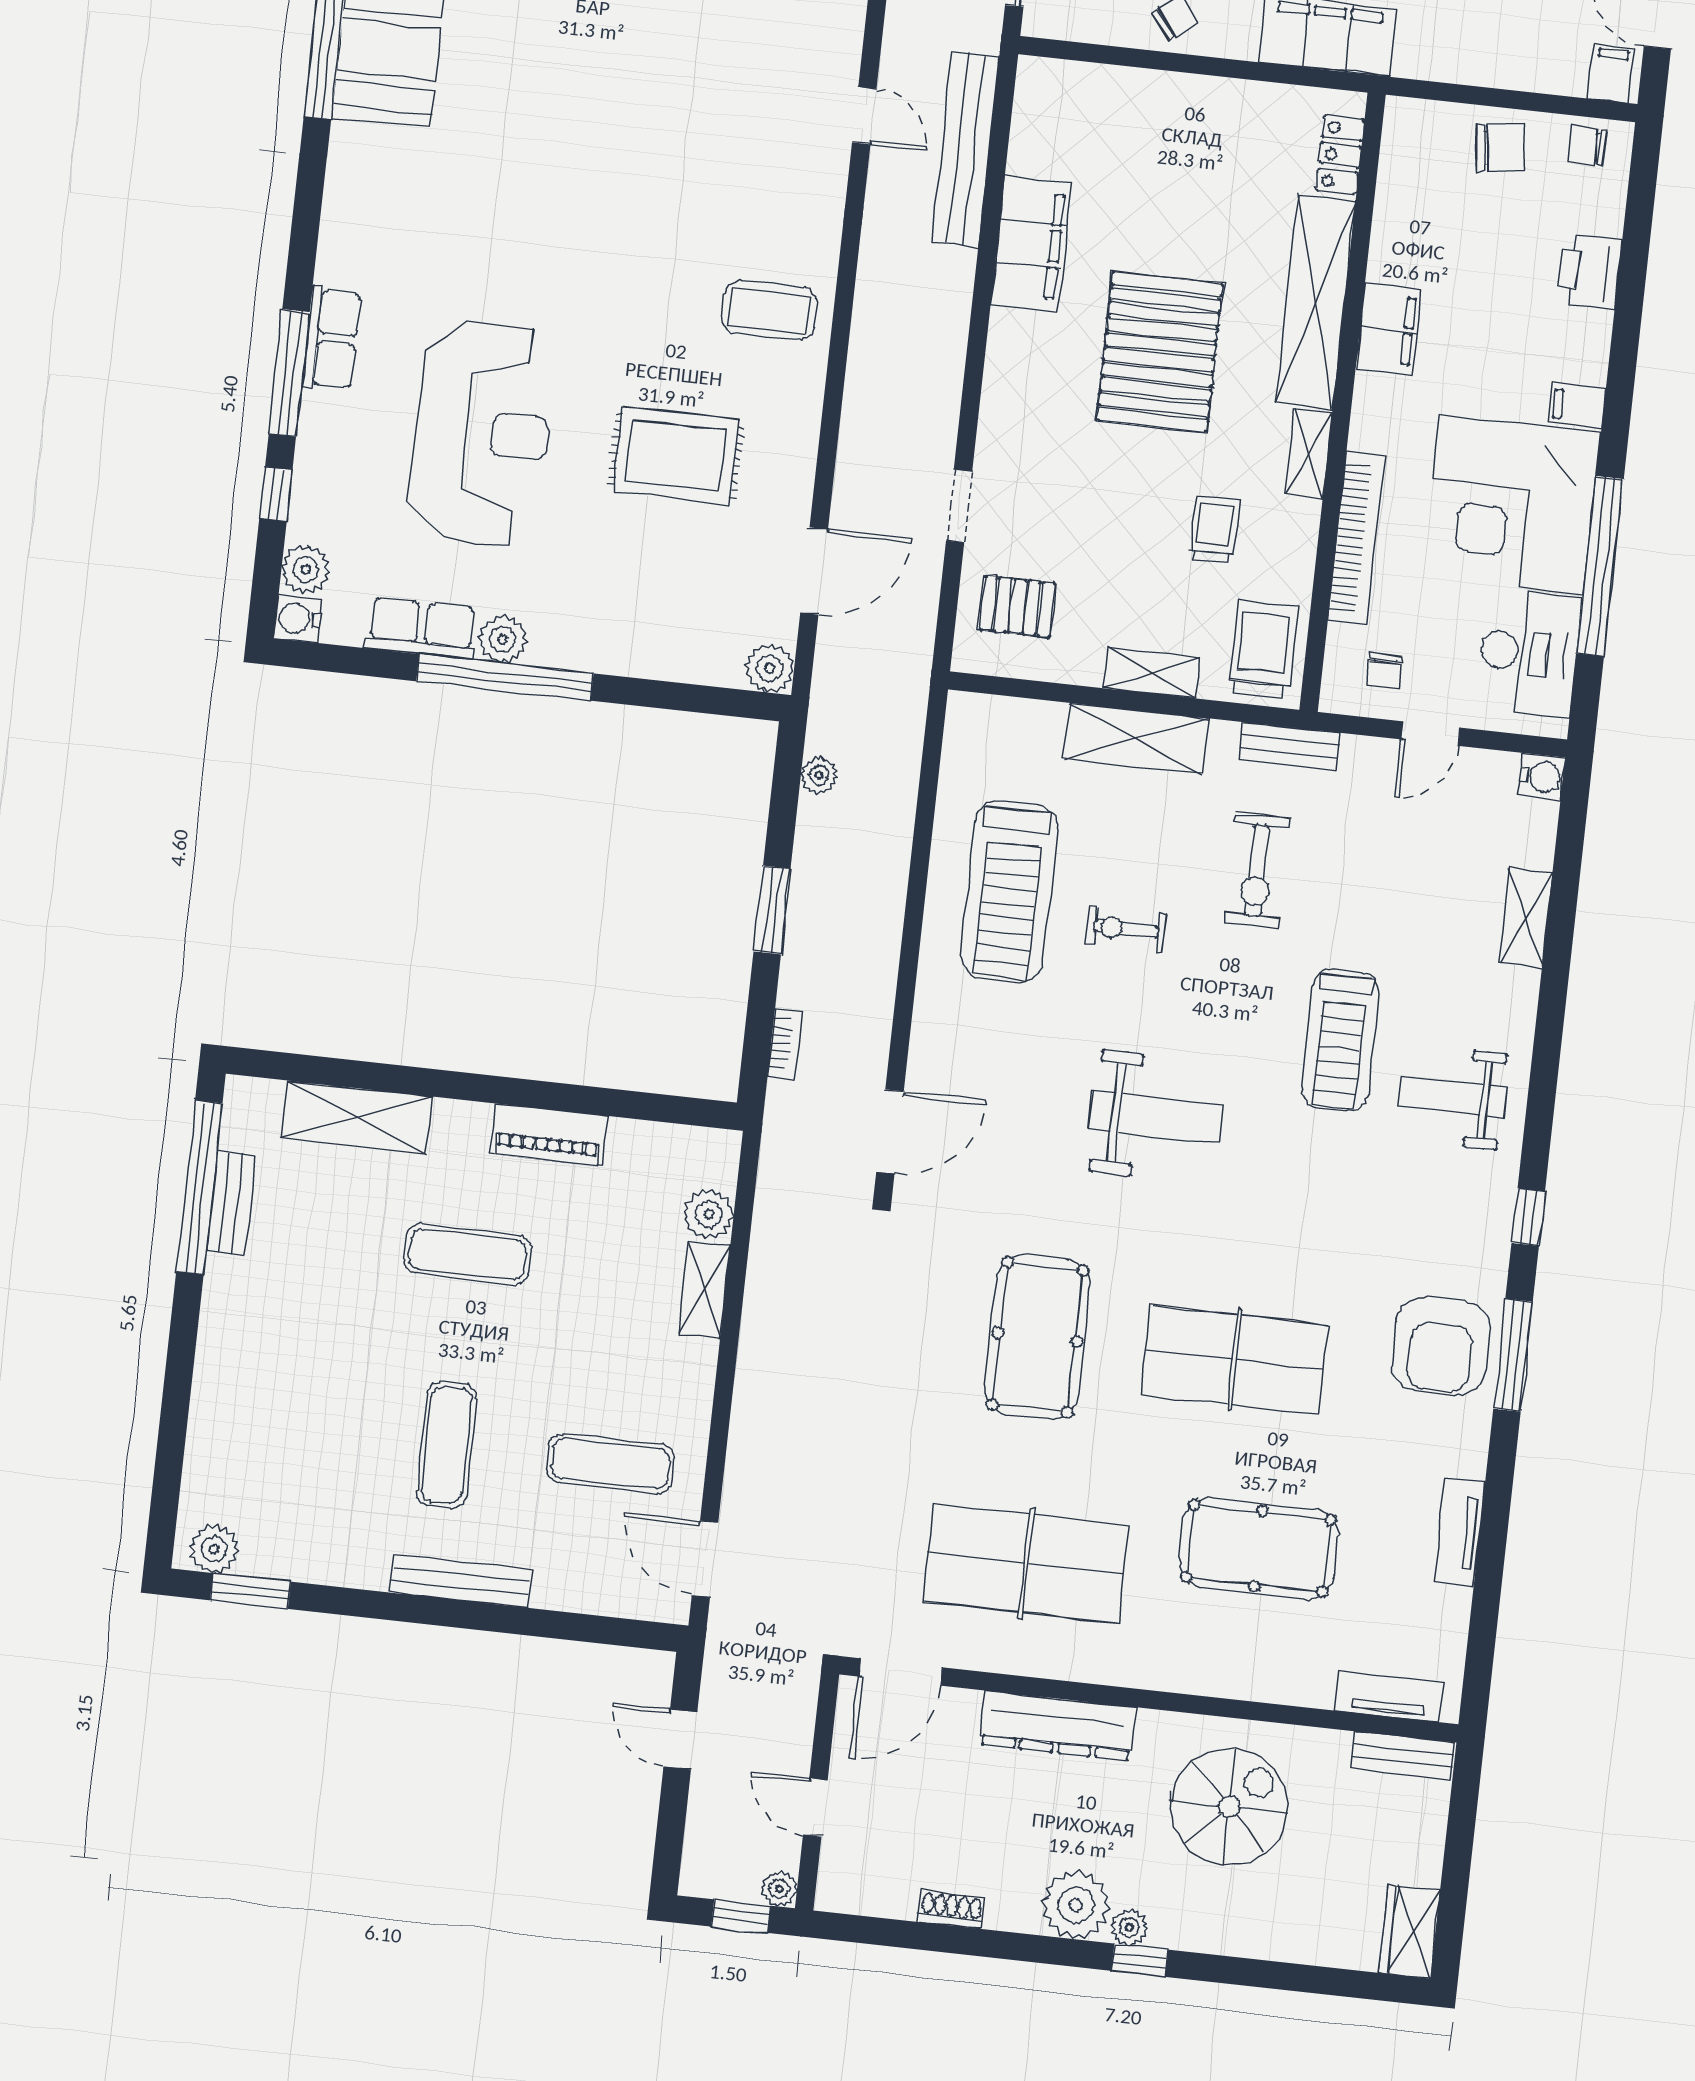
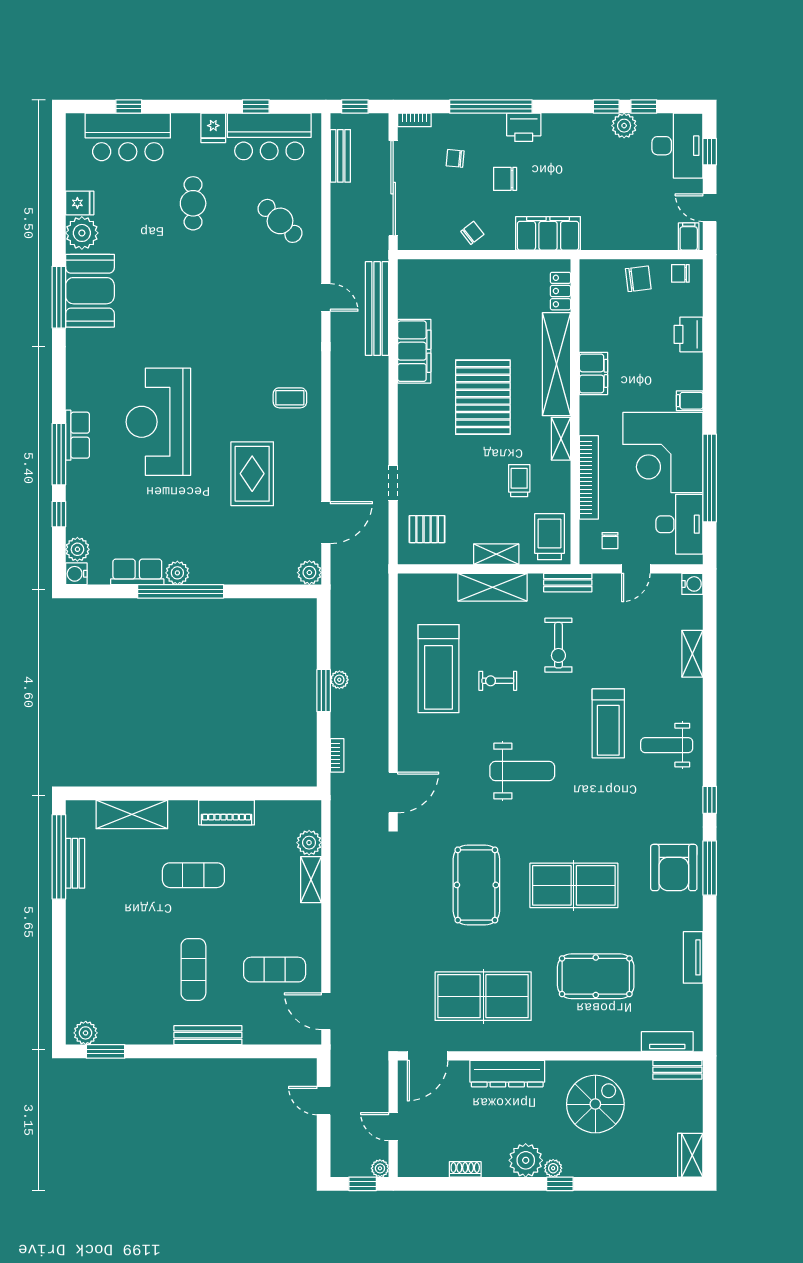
coffee table: (769, 310) -> (290, 398), width x0.73, depth x0.77
reception desk: (482, 433) -> (158, 422), moved, turned 180
rug: (676, 456) -> (252, 474), turned 90
plant: (819, 775) -> (339, 680), moved

